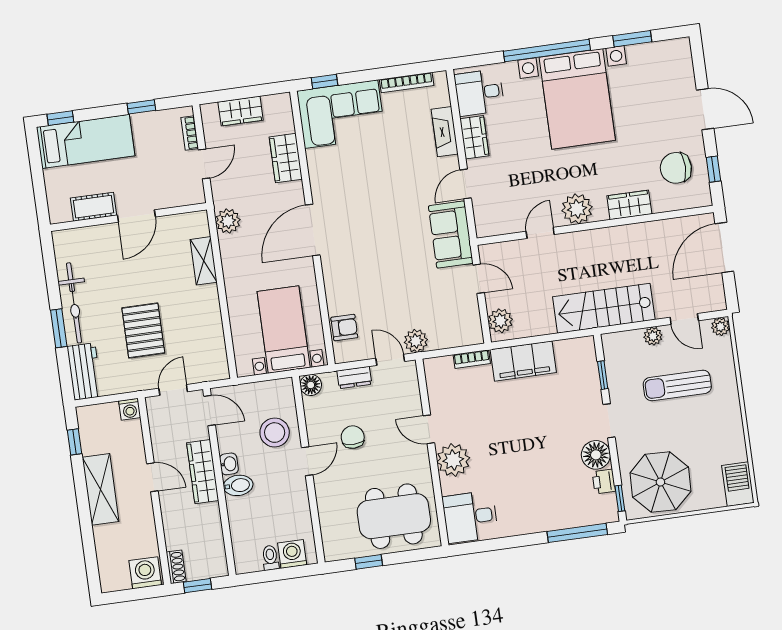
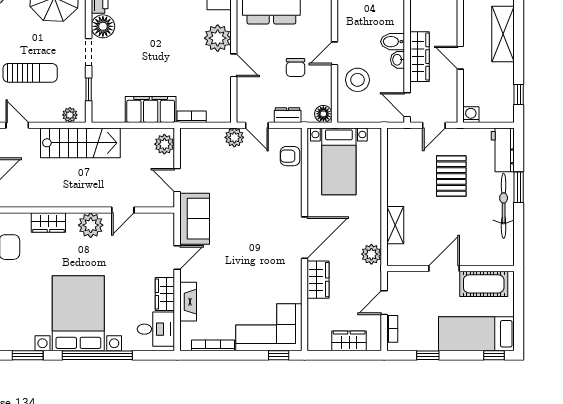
wardrobe: (286, 158) -> (318, 280), moved
cot: (94, 207) -> (484, 284), width x1.37, depth x1.34
plant: (653, 336) -> (70, 115), moved
shelving: (101, 489) -> (503, 34), moved

